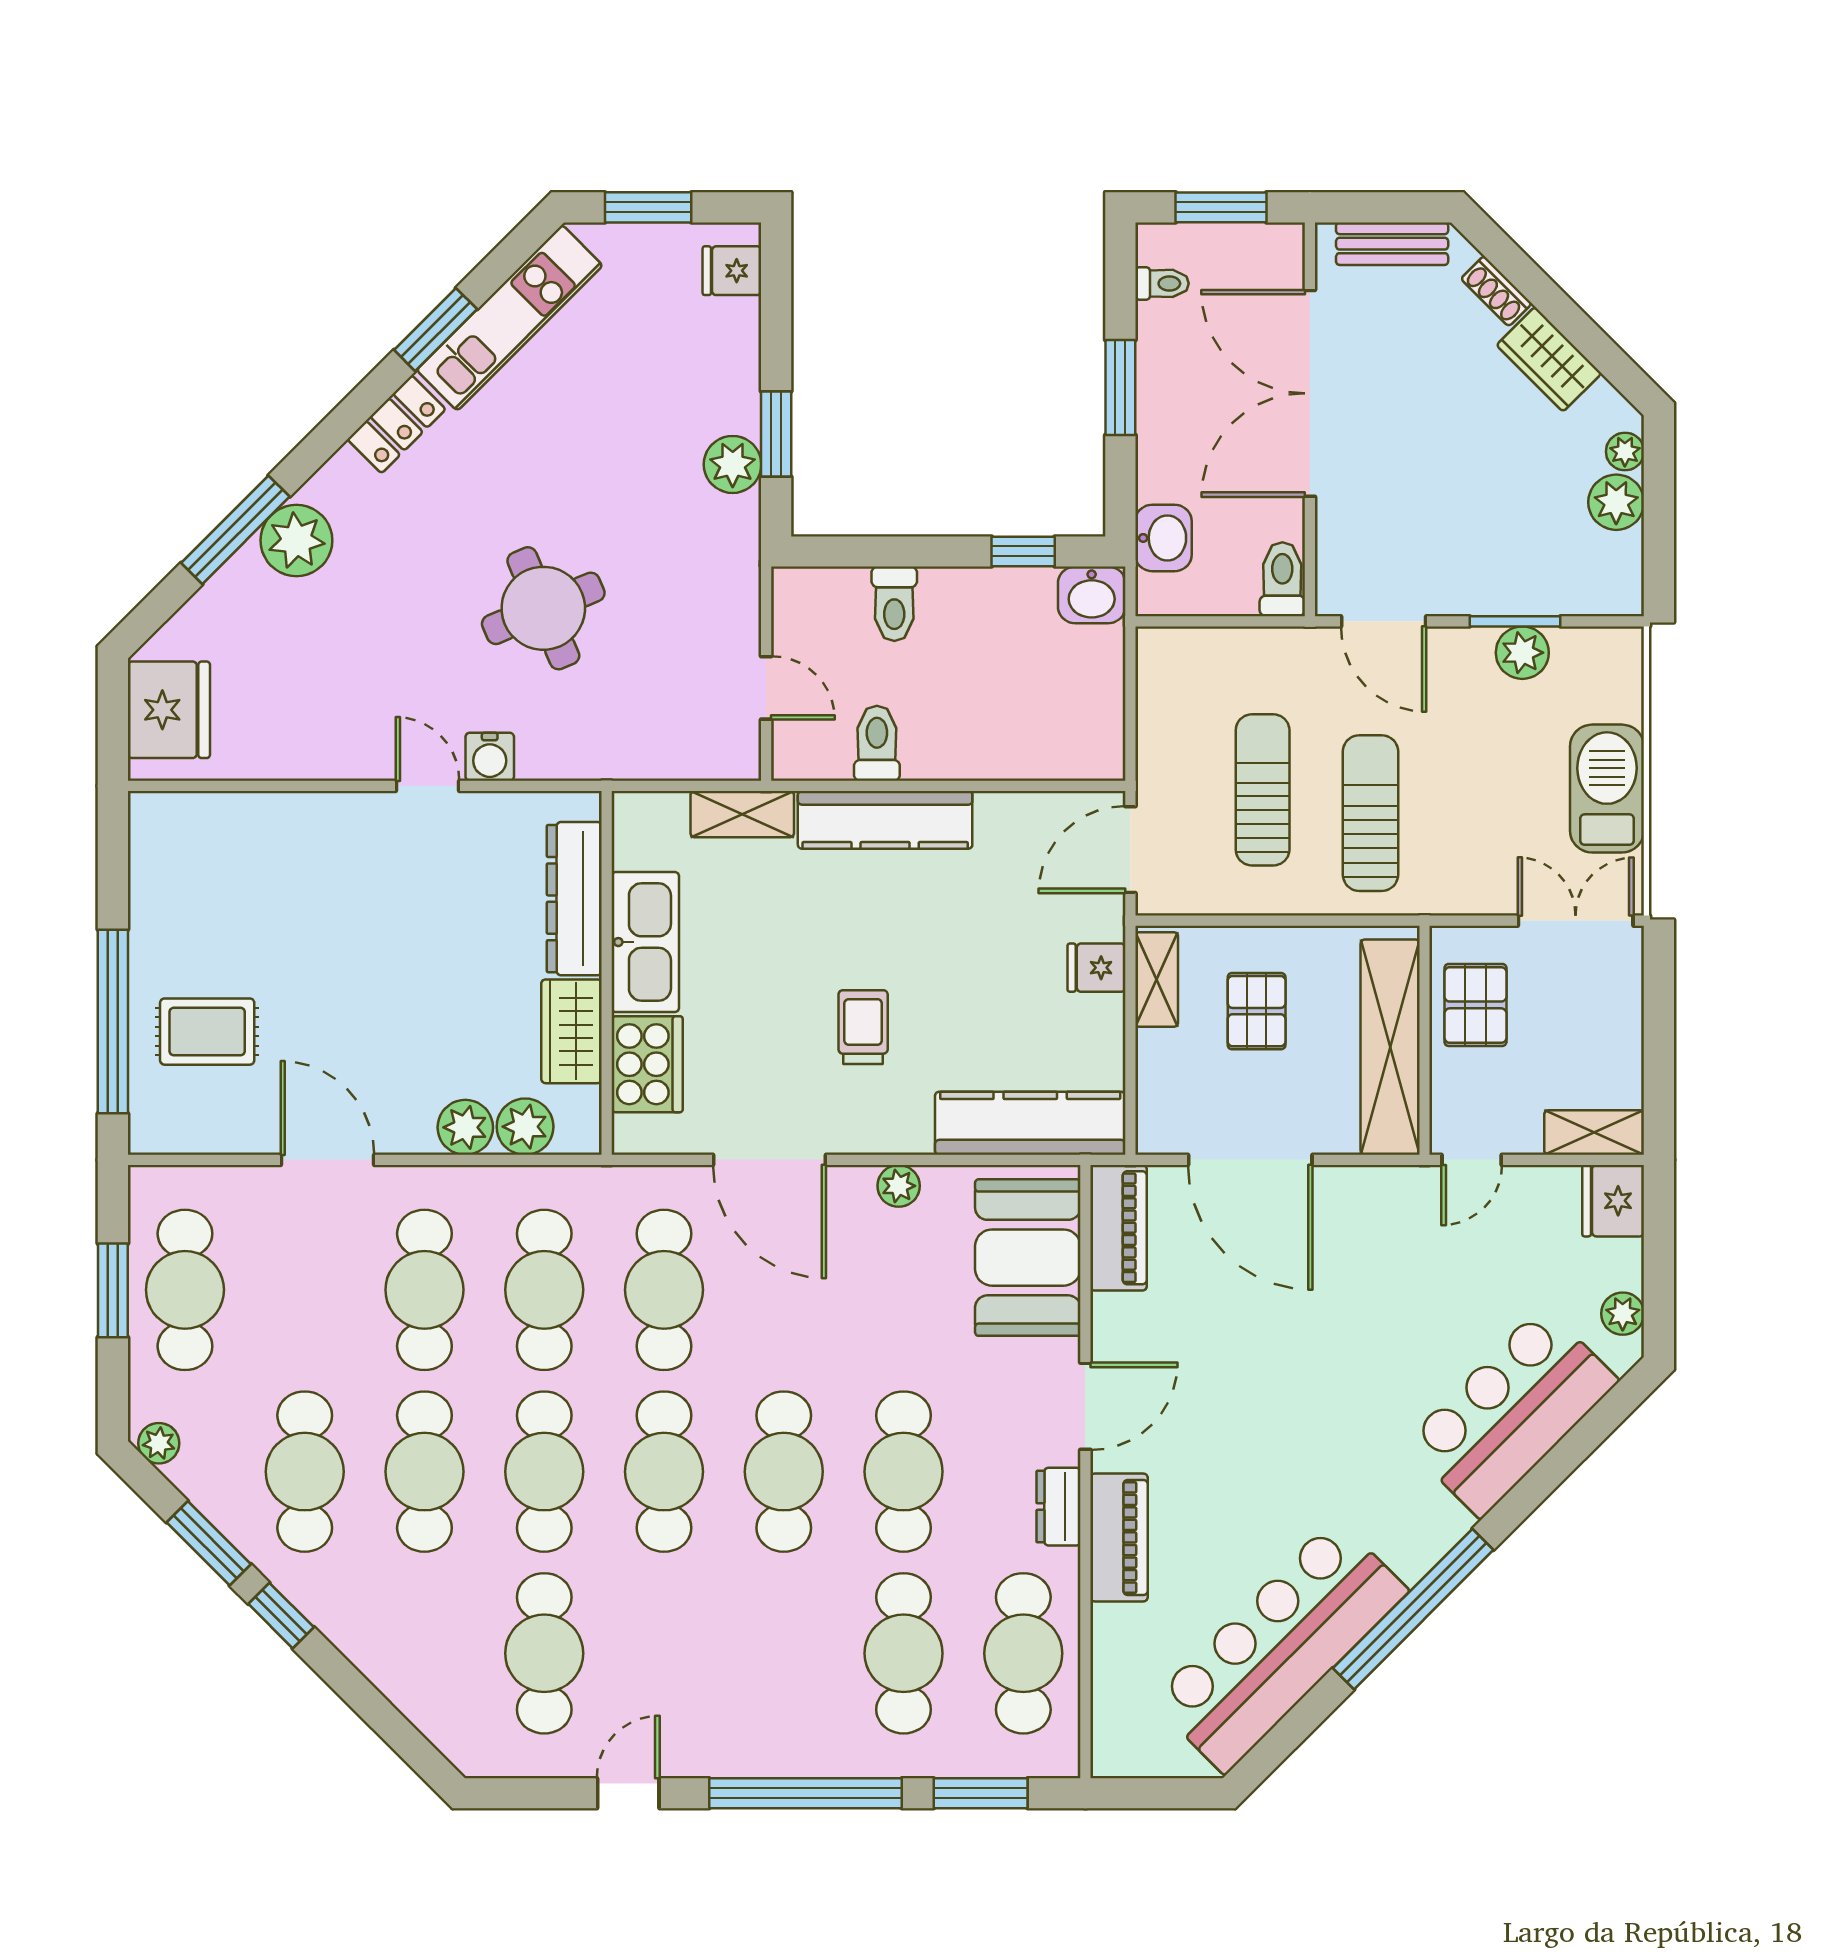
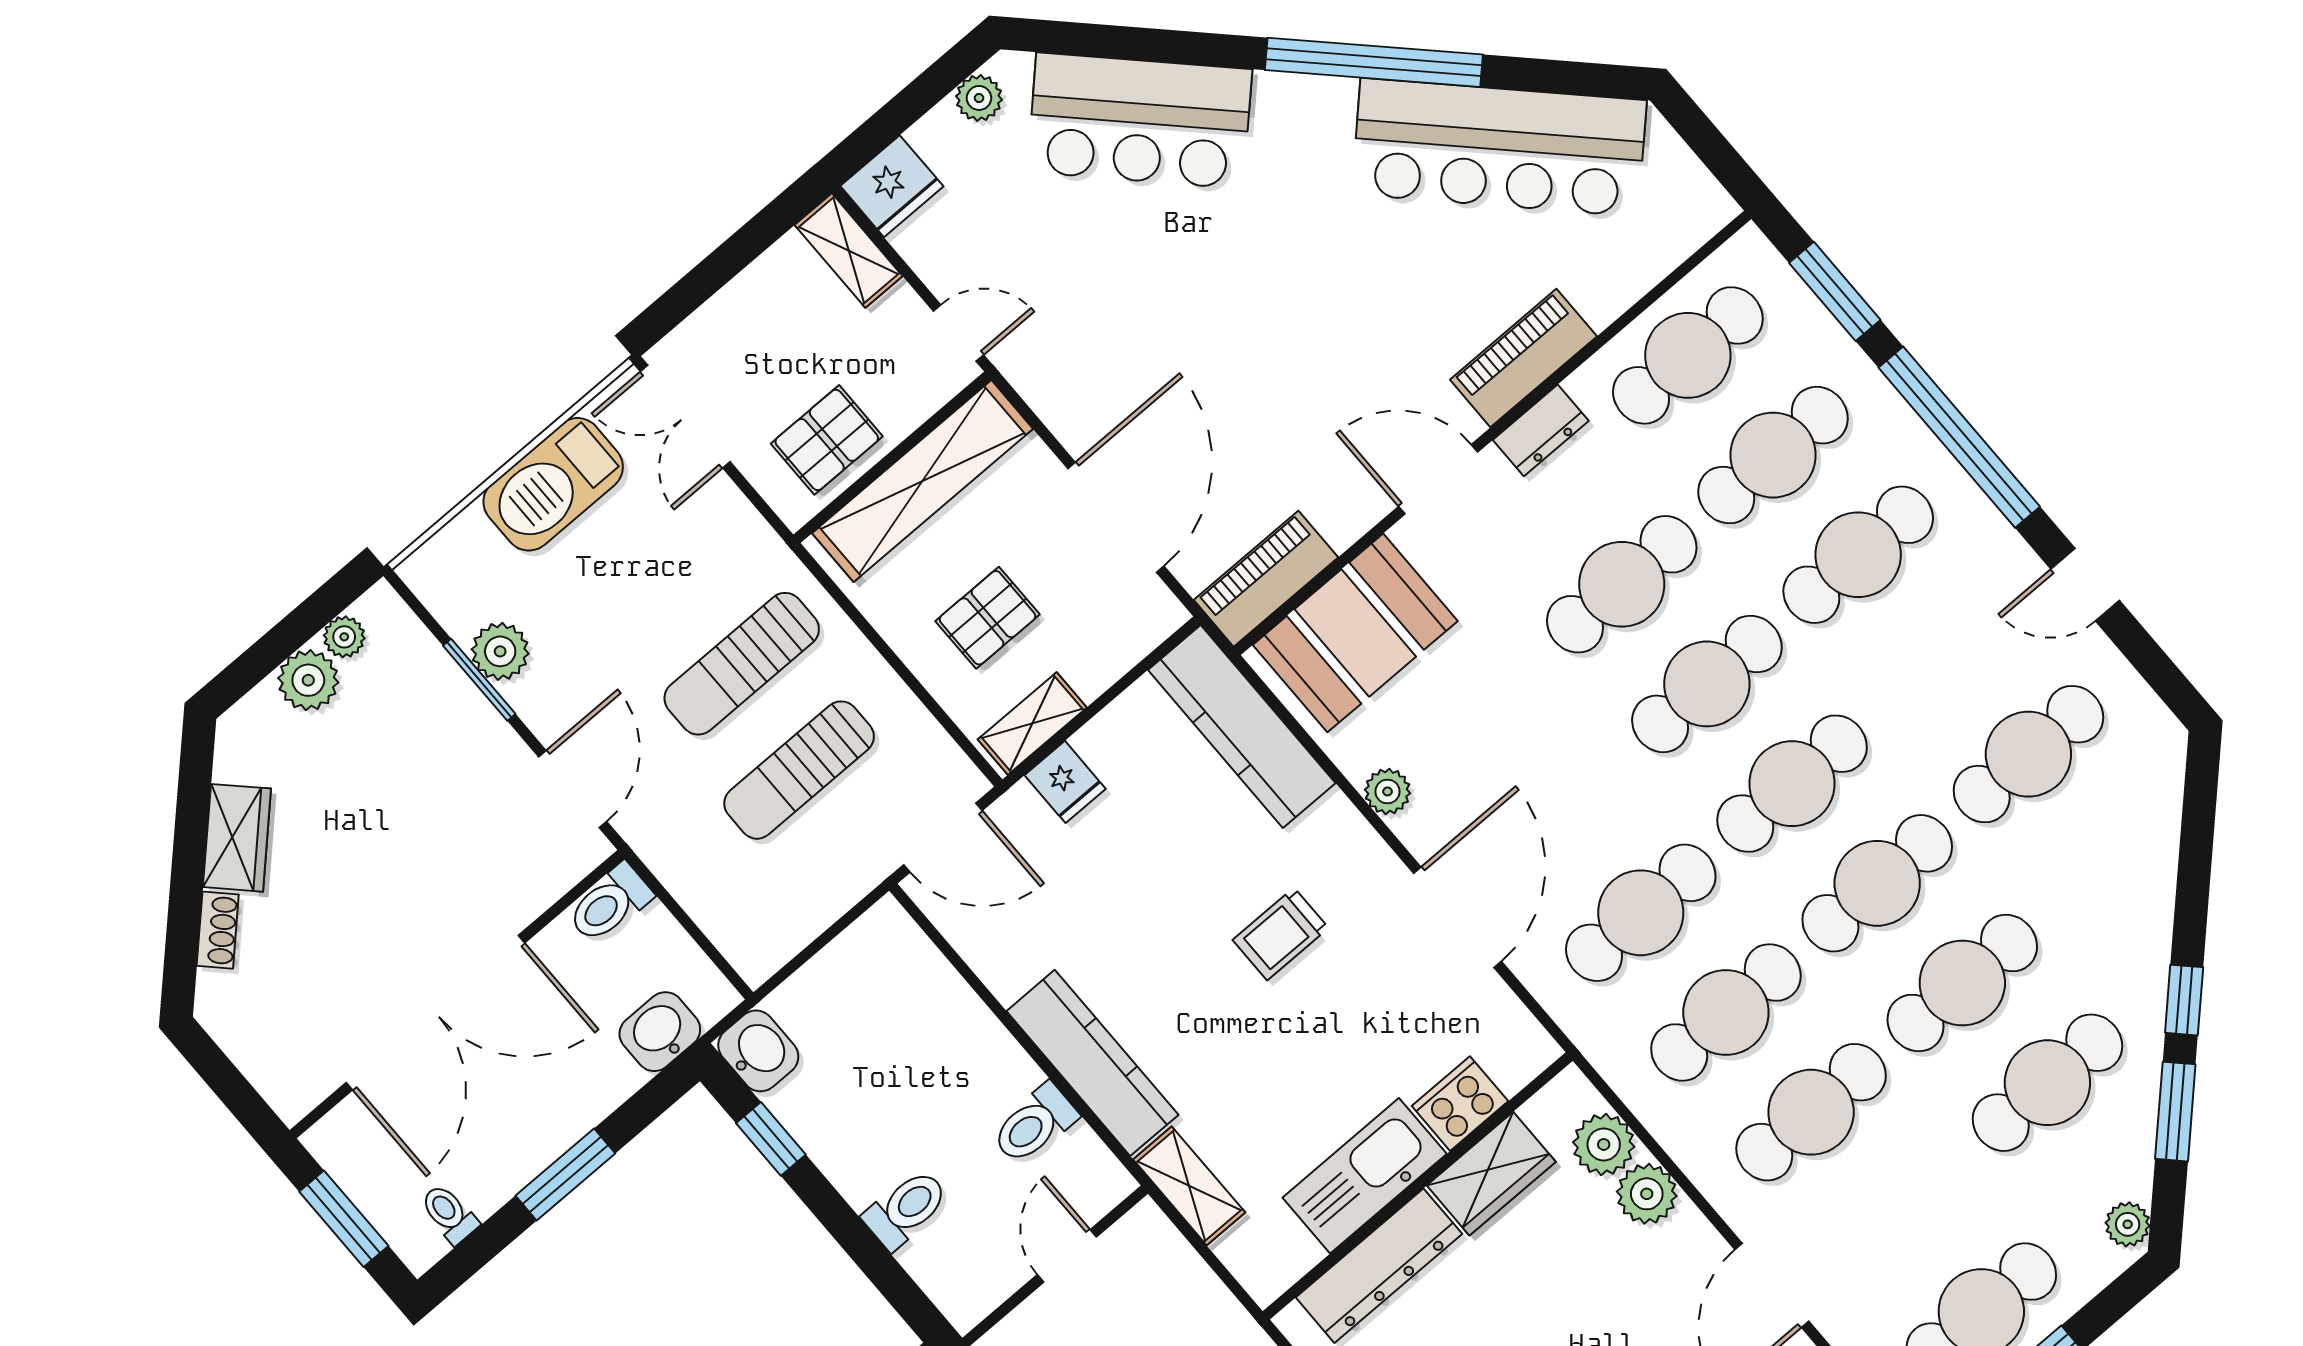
bench: (1392, 244) -> (252, 1051), removed
plant: (1625, 452) -> (344, 637), moved
cooker: (647, 1064) -> (1460, 1104), width x0.73, depth x0.76
cafe table: (784, 1653) -> (1858, 555), added

